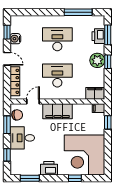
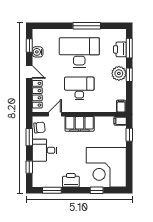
window: (78, 12) -> (87, 26), moved
desk: (57, 39) -> (79, 53), width x1.36, depth x1.30
filing cabinet: (95, 93) -> (121, 106), width x0.50

